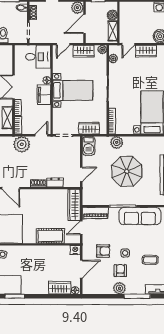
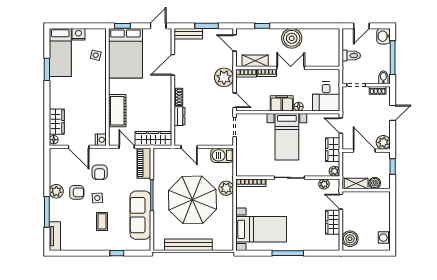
wardrobe: (89, 128) -> (243, 156), removed
parasol: (127, 171) -> (192, 200), width x1.36, depth x1.36
coffee table: (150, 260) -> (102, 221), moved

